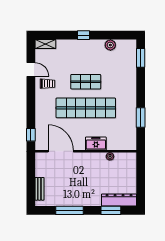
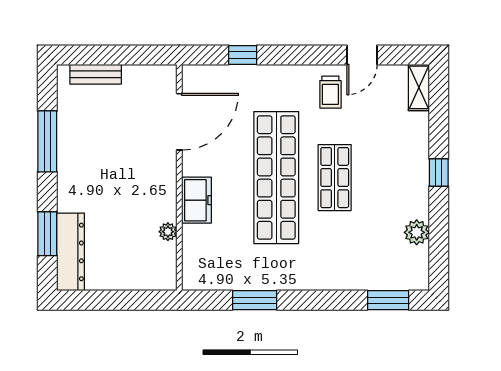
window: (31, 135) -> (243, 55), moved

